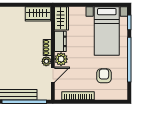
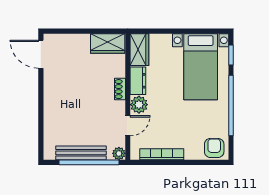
plant: (46, 61) -> (119, 153), moved
armchair: (104, 76) -> (214, 148), moved

